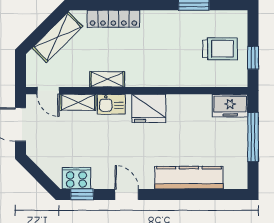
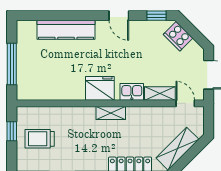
shelving: (107, 79) -> (111, 113), moved
freezer: (230, 106) -> (31, 91), removed
cooker: (76, 178) -> (178, 36), moved, turned 45

